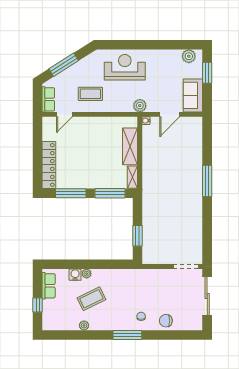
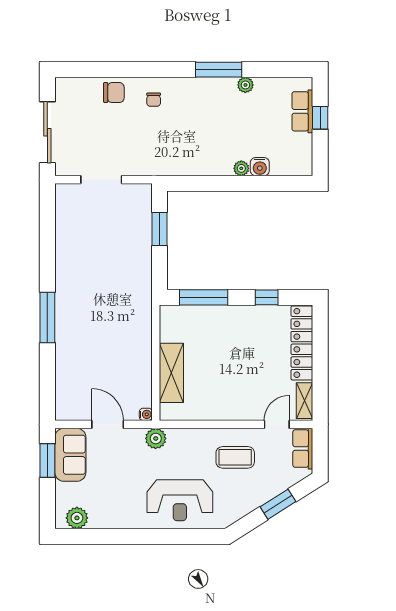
window: (64, 65) -> (278, 504), width x0.69
window: (207, 73) -> (47, 461), moved
door: (170, 114) -> (108, 424), hinge flipped
shelving: (132, 177) -> (304, 401), moved
window: (71, 193) -> (267, 297), width x0.46
doorway: (186, 266) -> (101, 180), moved
row of seats: (49, 286) -> (302, 111), moved
coffee table: (91, 299) -> (234, 128), removed
window: (127, 335) -> (219, 70), moved

